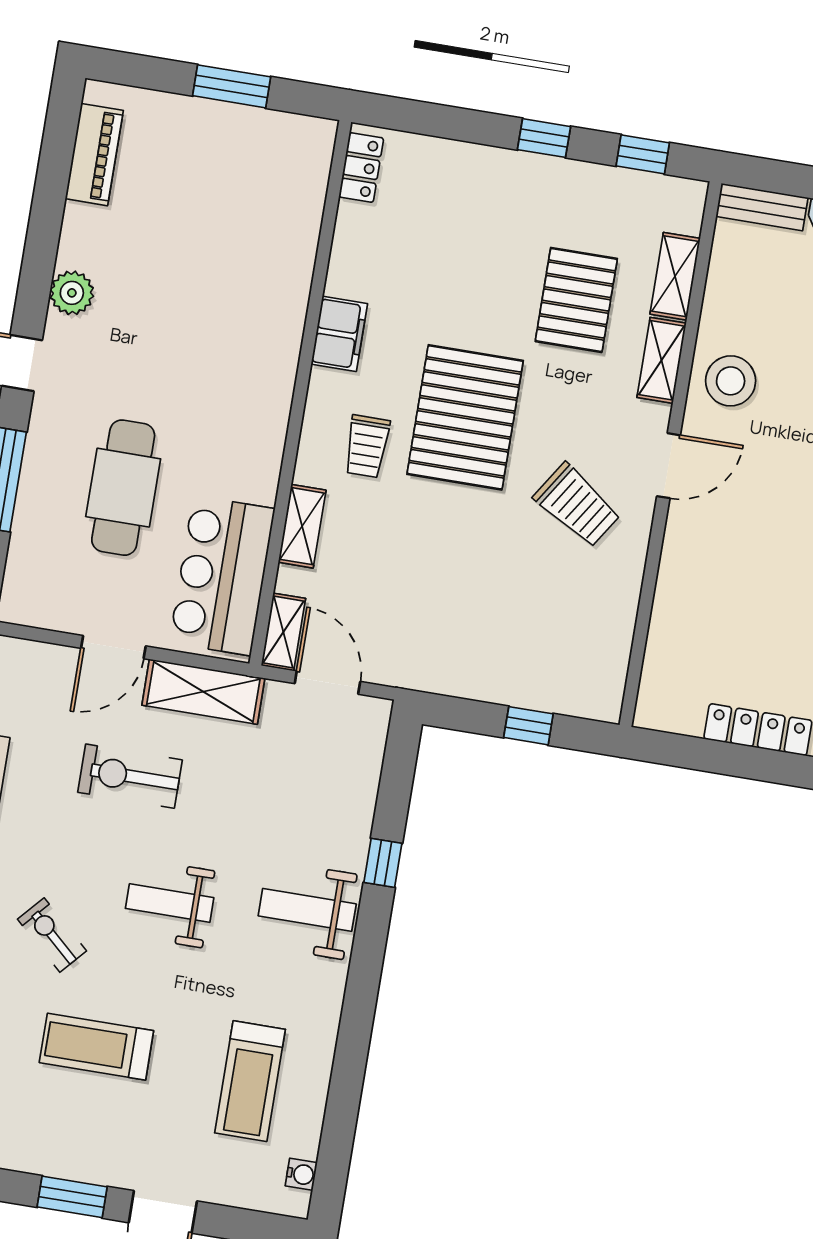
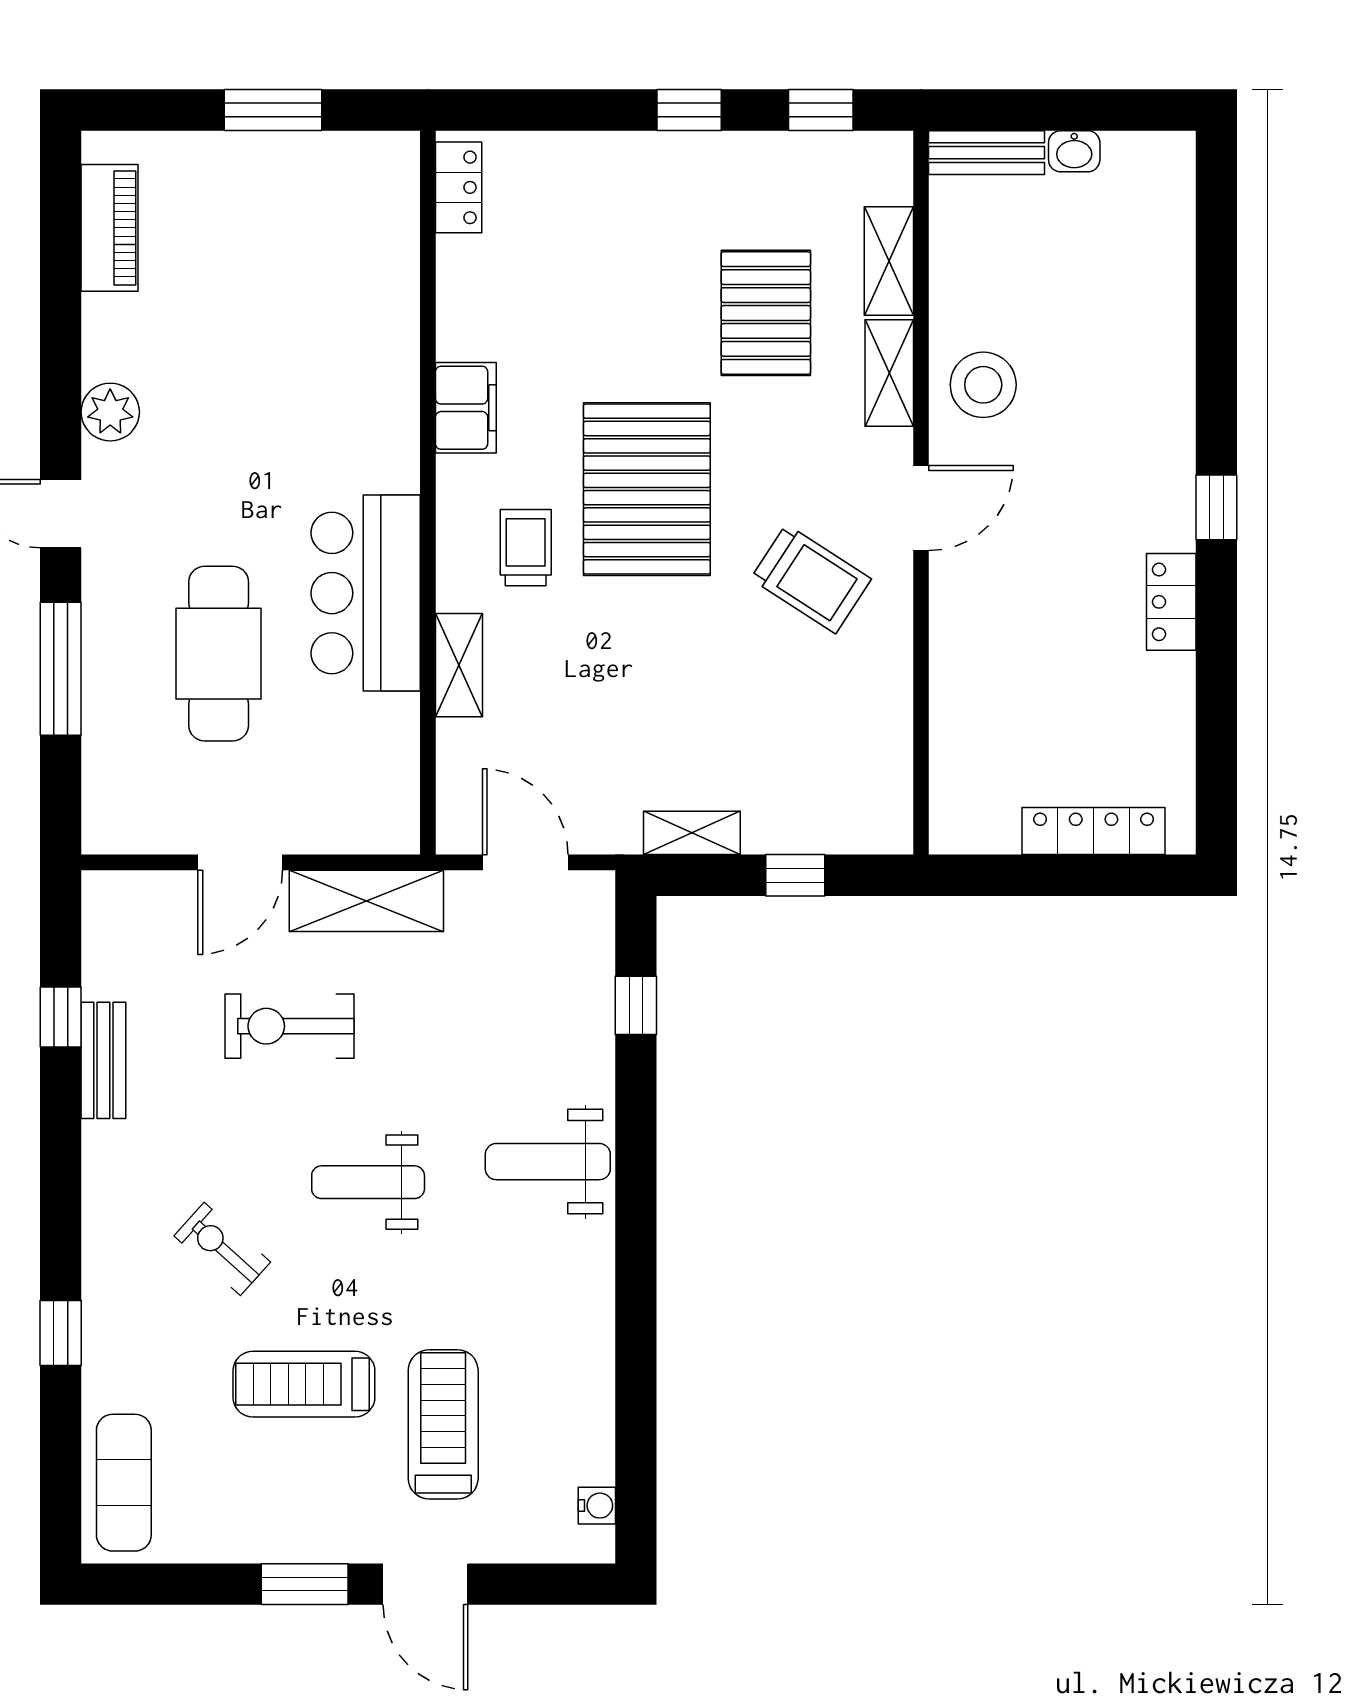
trolley: (367, 446) -> (526, 548), turned 180
bar counter: (222, 576) -> (366, 593), moved
shelving: (283, 632) -> (692, 833), moved, turned 90
window: (383, 863) -> (636, 1005), moved
treadmill: (250, 1081) -> (443, 1424), moved, turned 180

